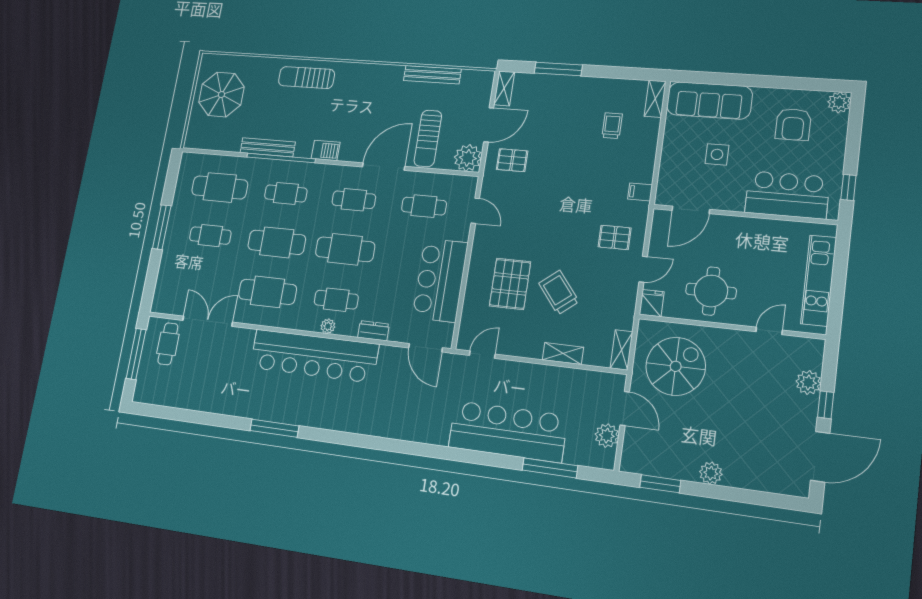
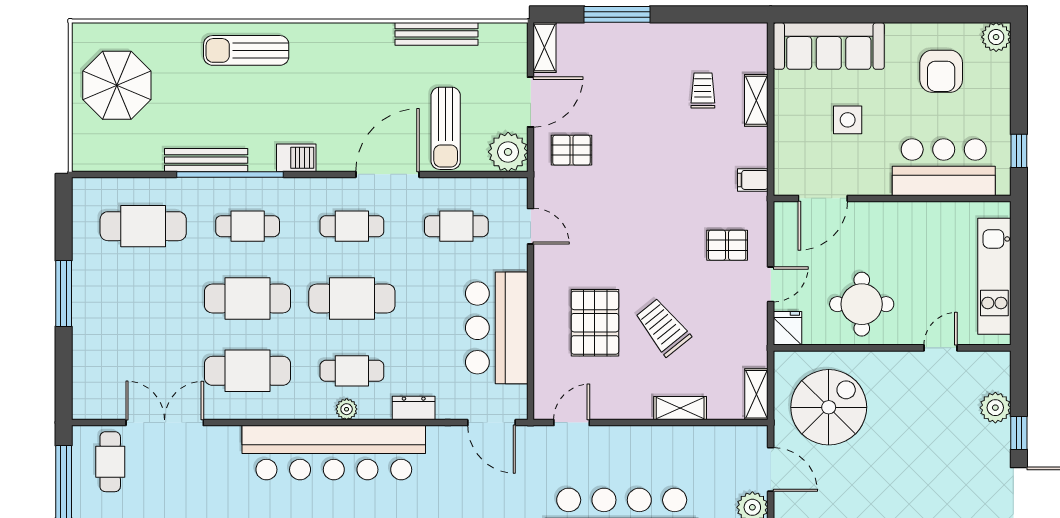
shelving: (655, 99) -> (756, 100), moved
cafe table: (210, 236) -> (143, 298), removed

